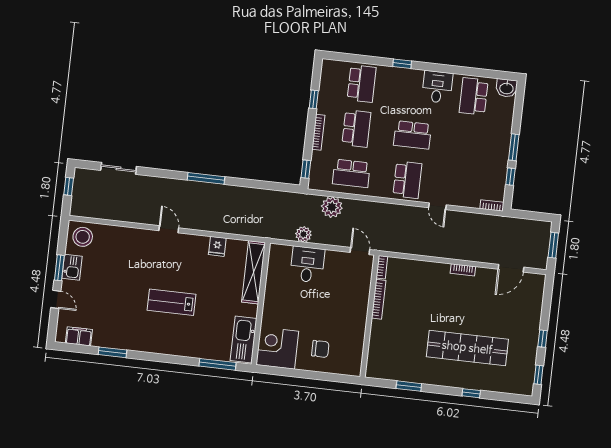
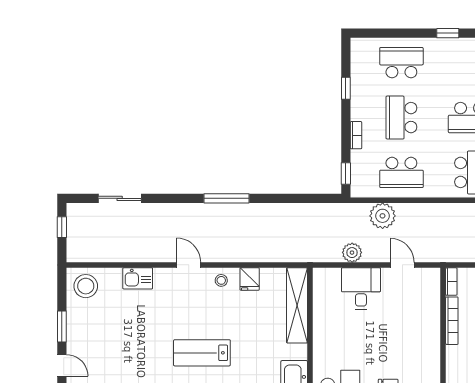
school desk: (362, 84) -> (401, 63), turned -90
school desk: (356, 128) -> (401, 118), turned 180
bookcase: (318, 132) -> (356, 135), width x0.64
stool: (194, 245) -> (221, 280), added
door: (360, 251) -> (402, 265), moved
kitchen sink: (72, 267) -> (138, 278), moved, turned 90

